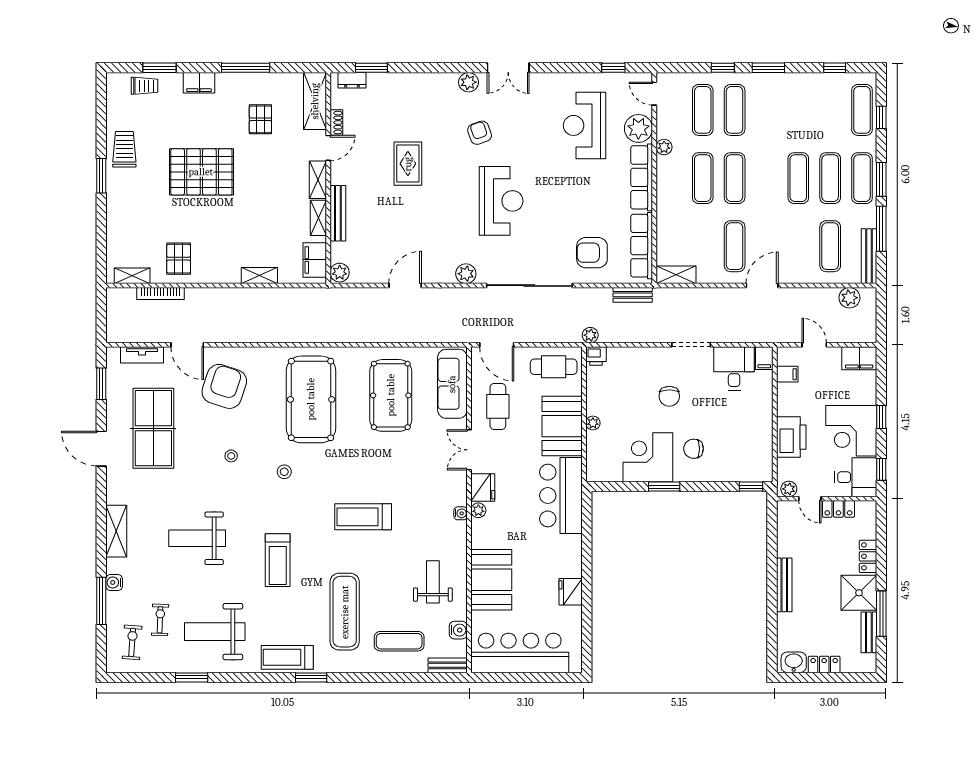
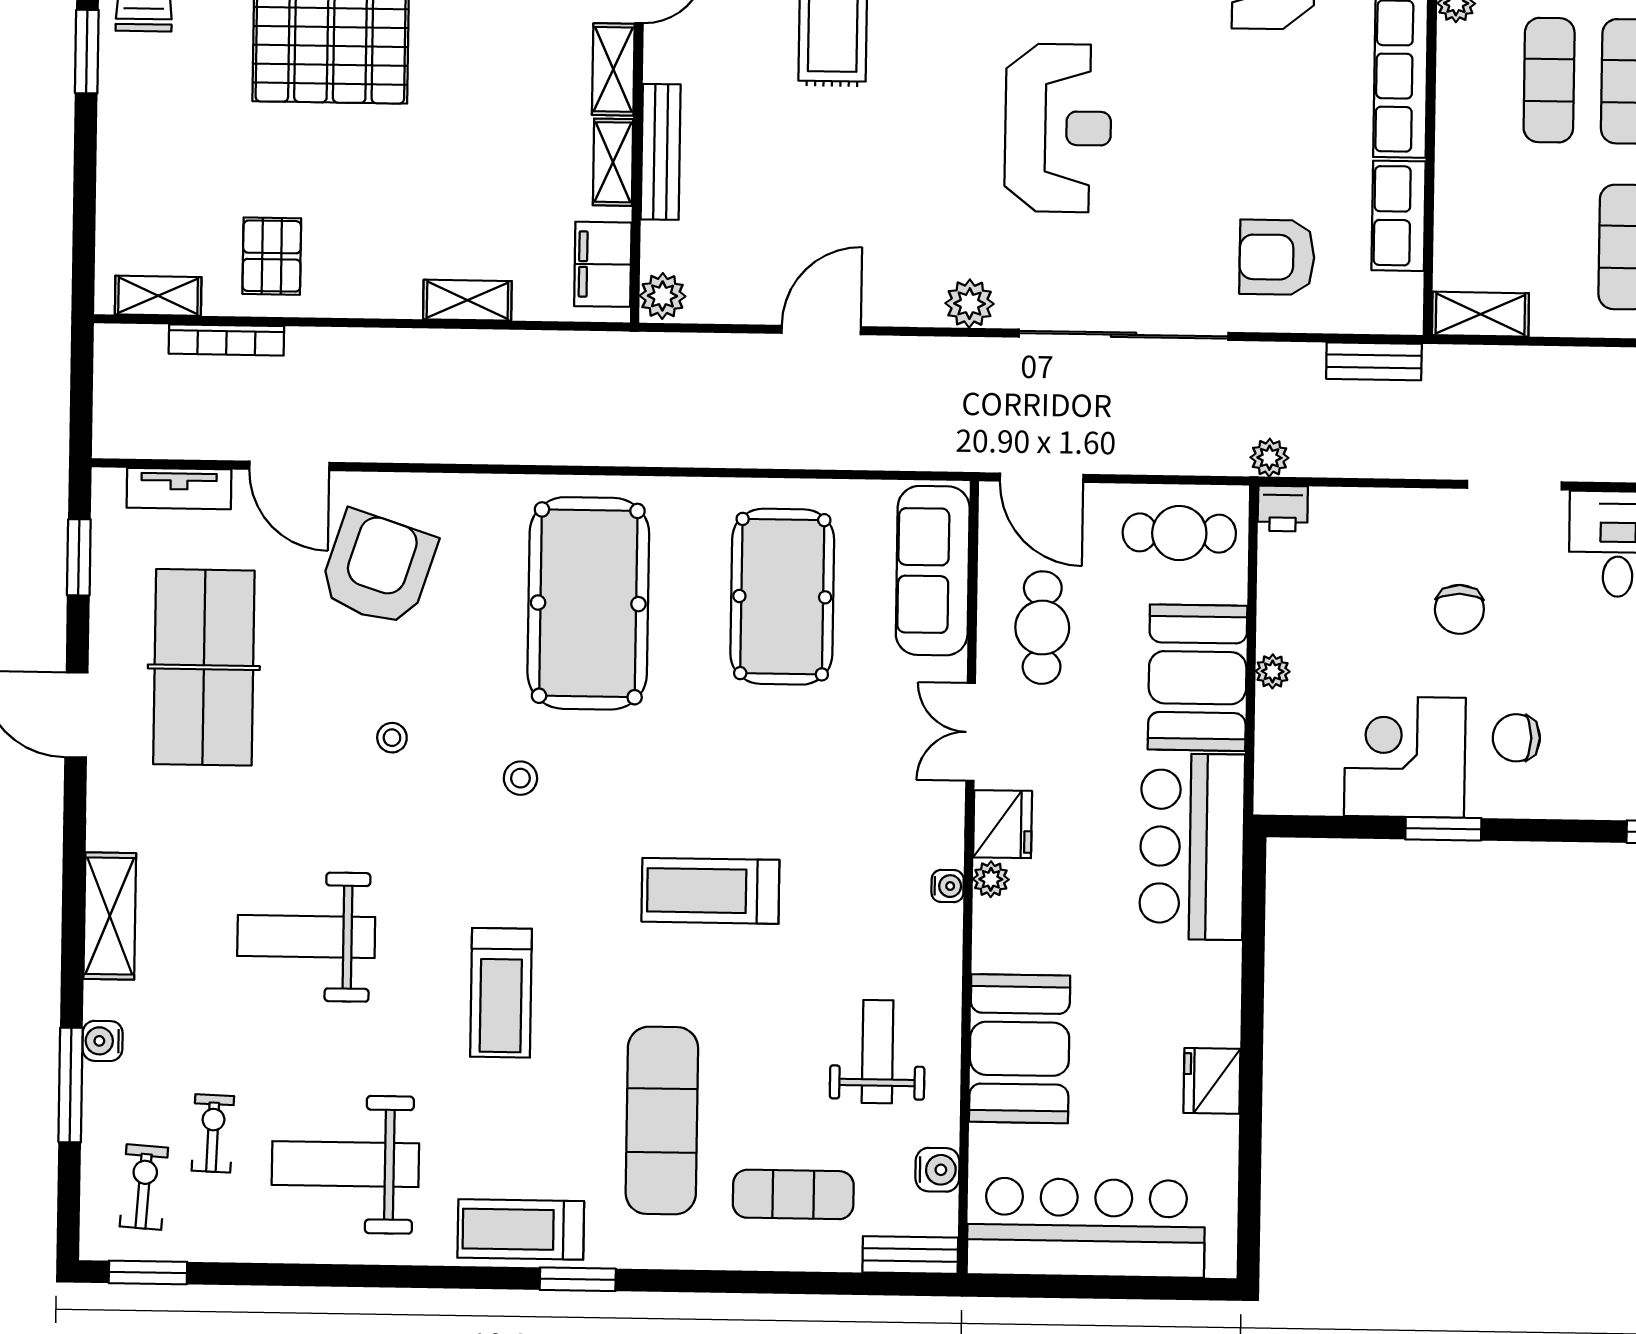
row of seats: (642, 246) -> (1399, 216), width x0.68
window: (192, 677) -> (148, 1272), moved

